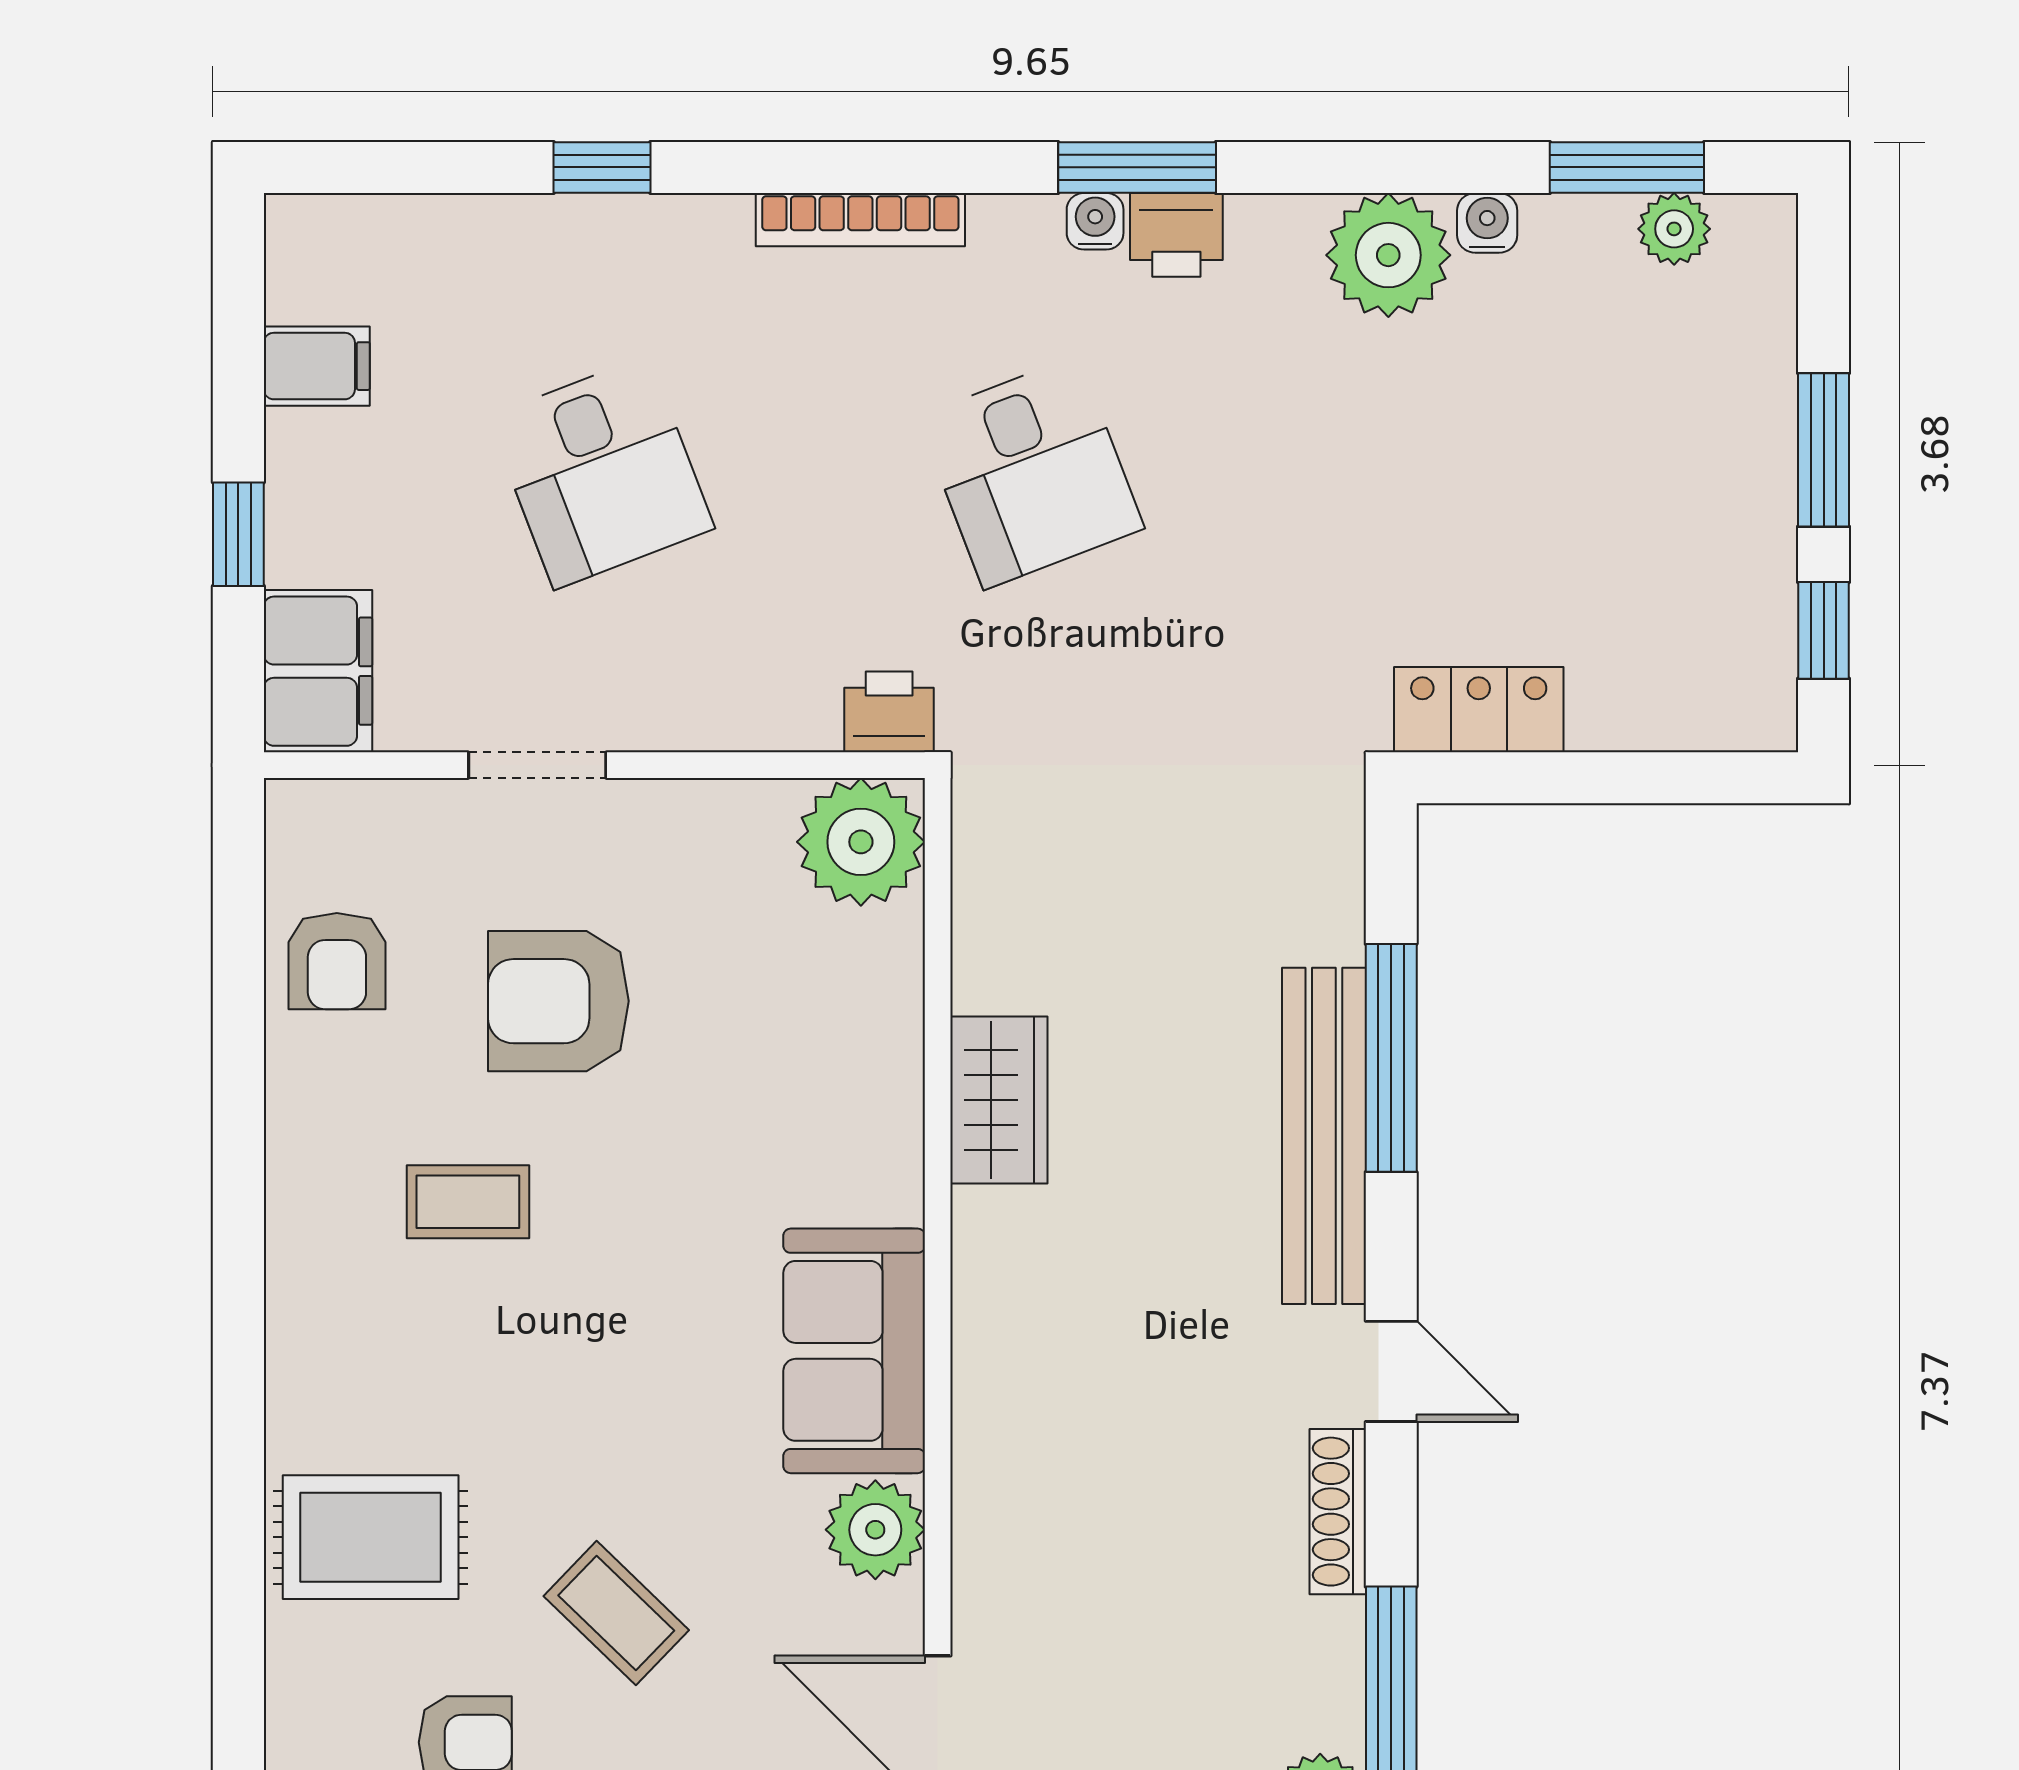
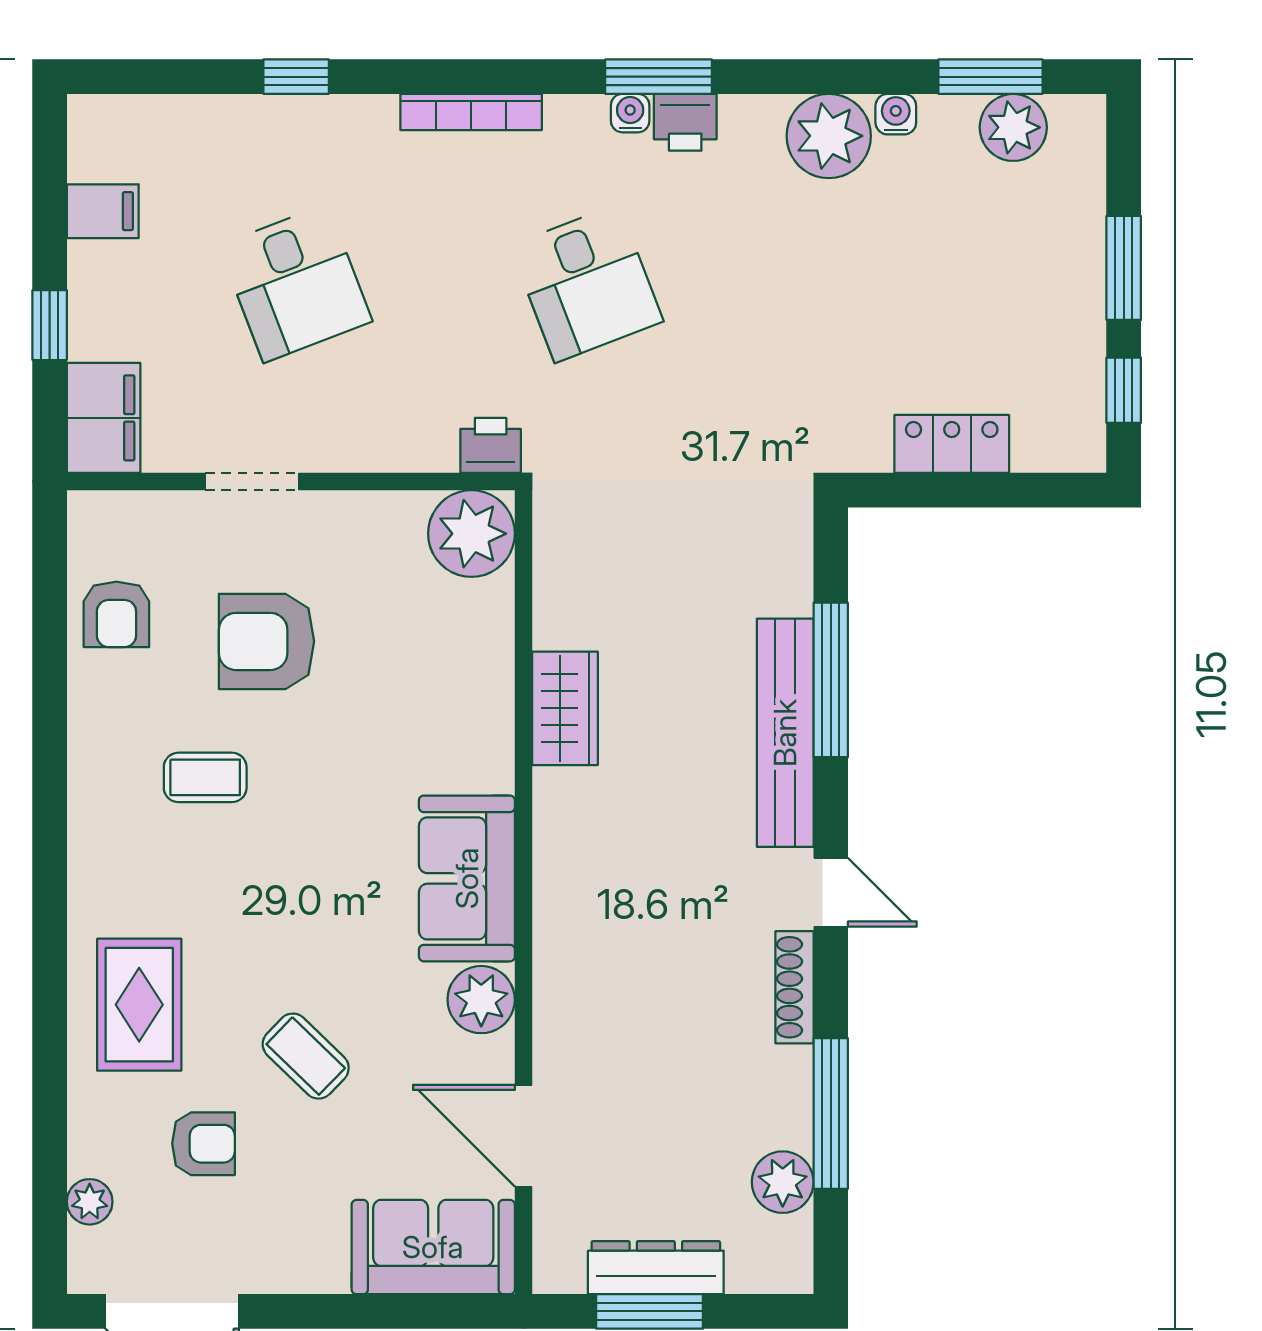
plant: (1674, 229) -> (1013, 127), width x1.38, depth x1.38
locker: (1479, 710) -> (952, 444), moved
rug: (371, 1537) -> (139, 1005), turned 90

